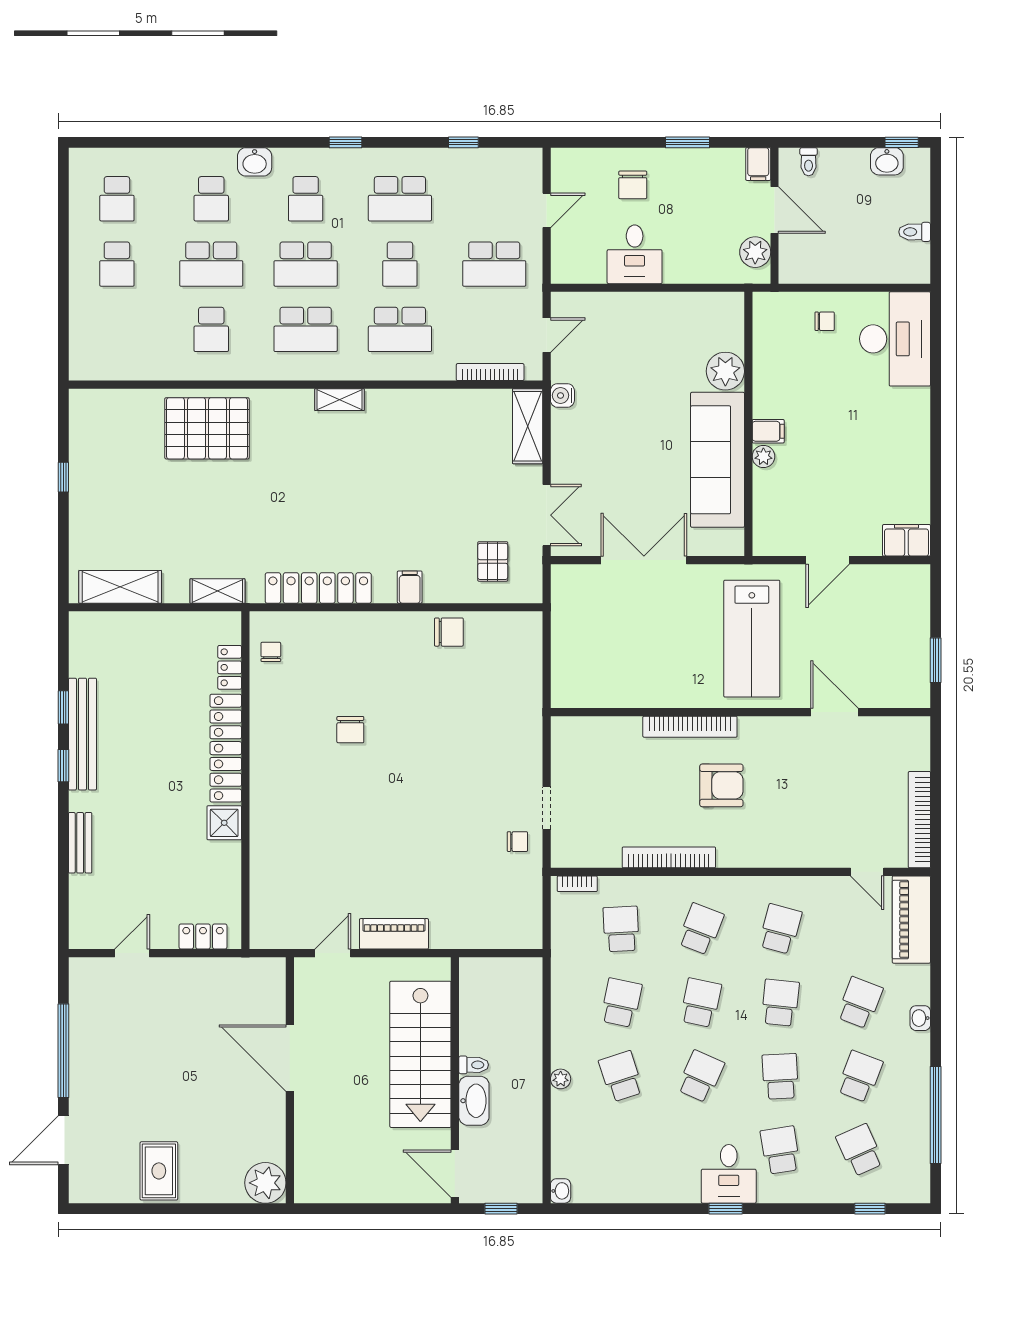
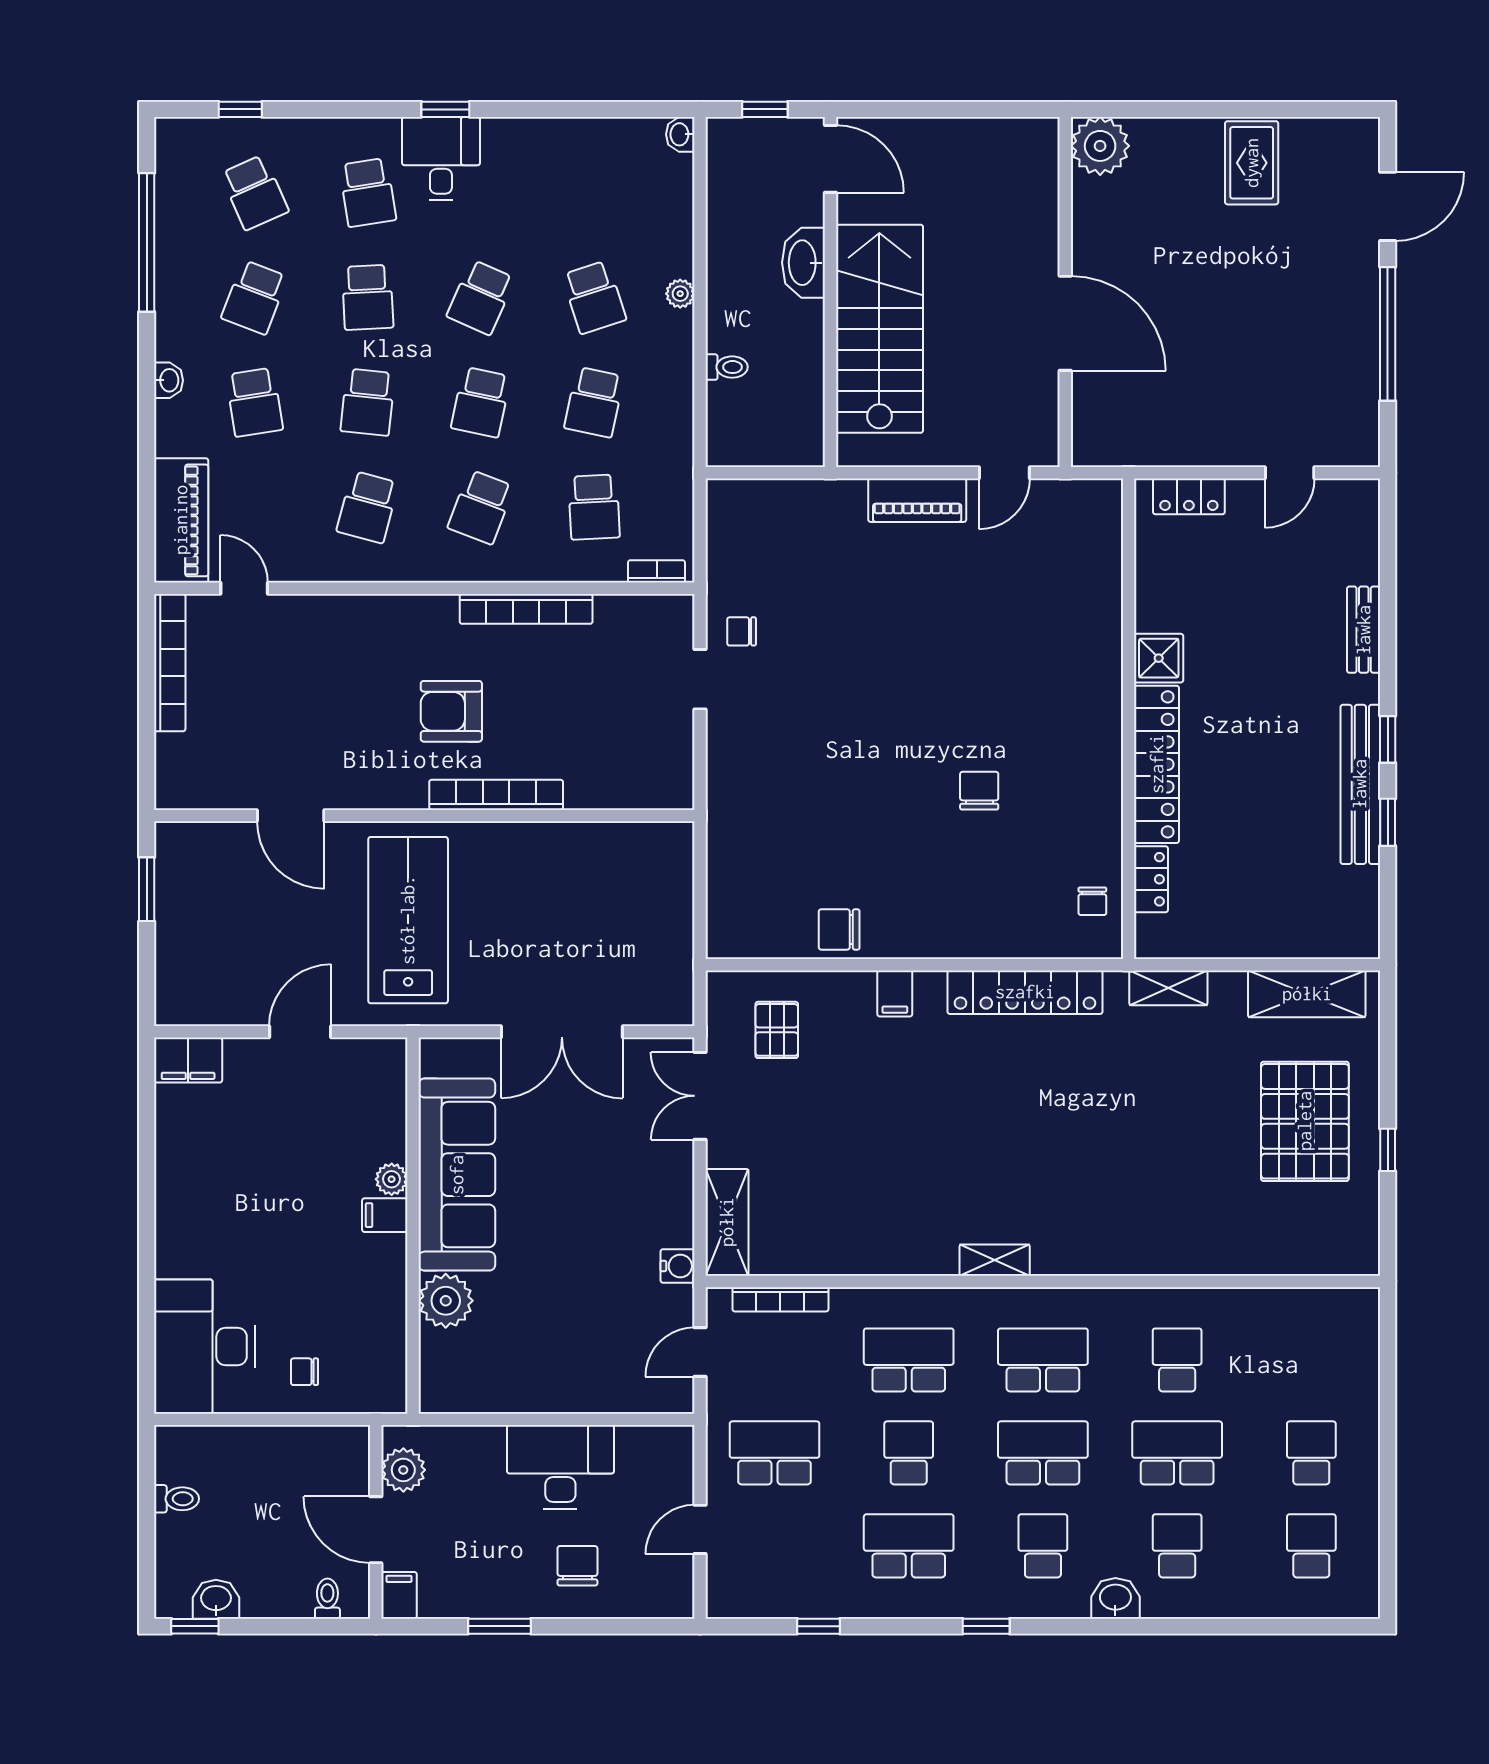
desk: (635, 254) -> (560, 1467), width x1.37
pallet: (207, 428) -> (1305, 1121), moved, turned 90
school desk: (860, 1003) -> (254, 402), turned -30
toilet: (474, 1065) -> (727, 367), moved, turned 180

